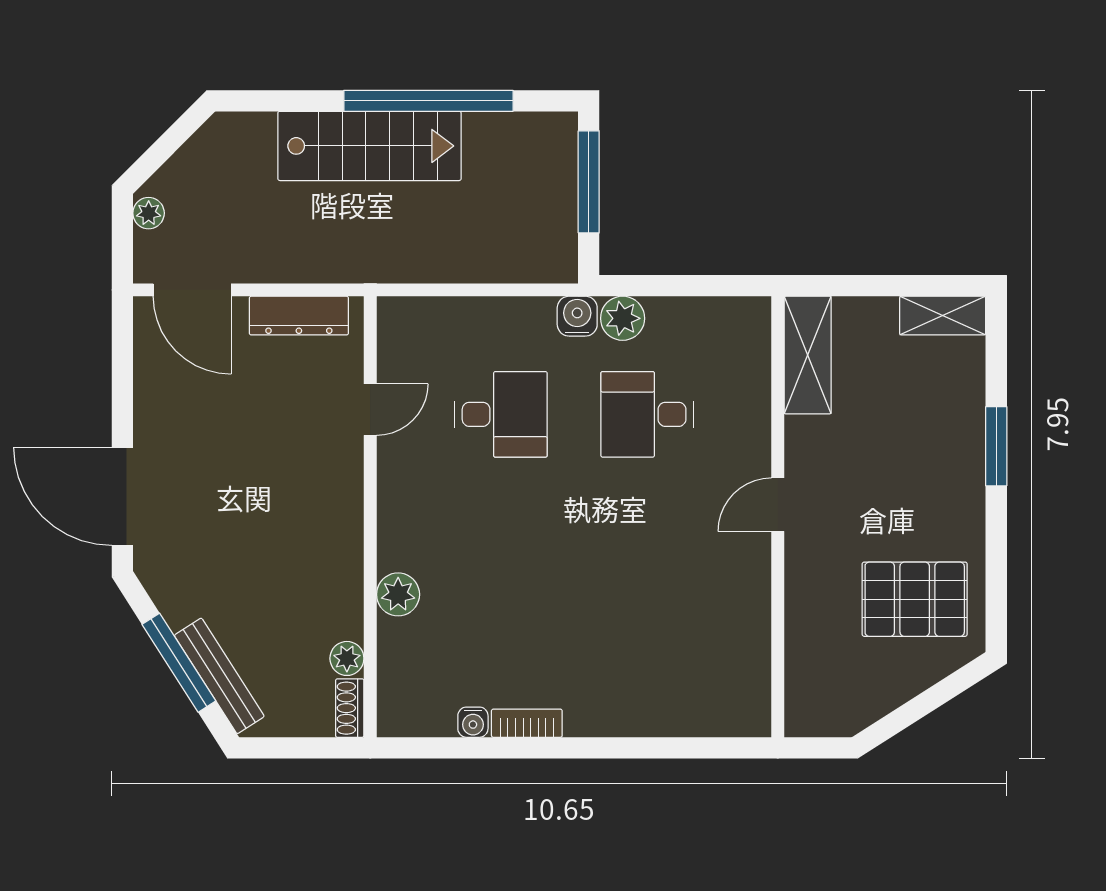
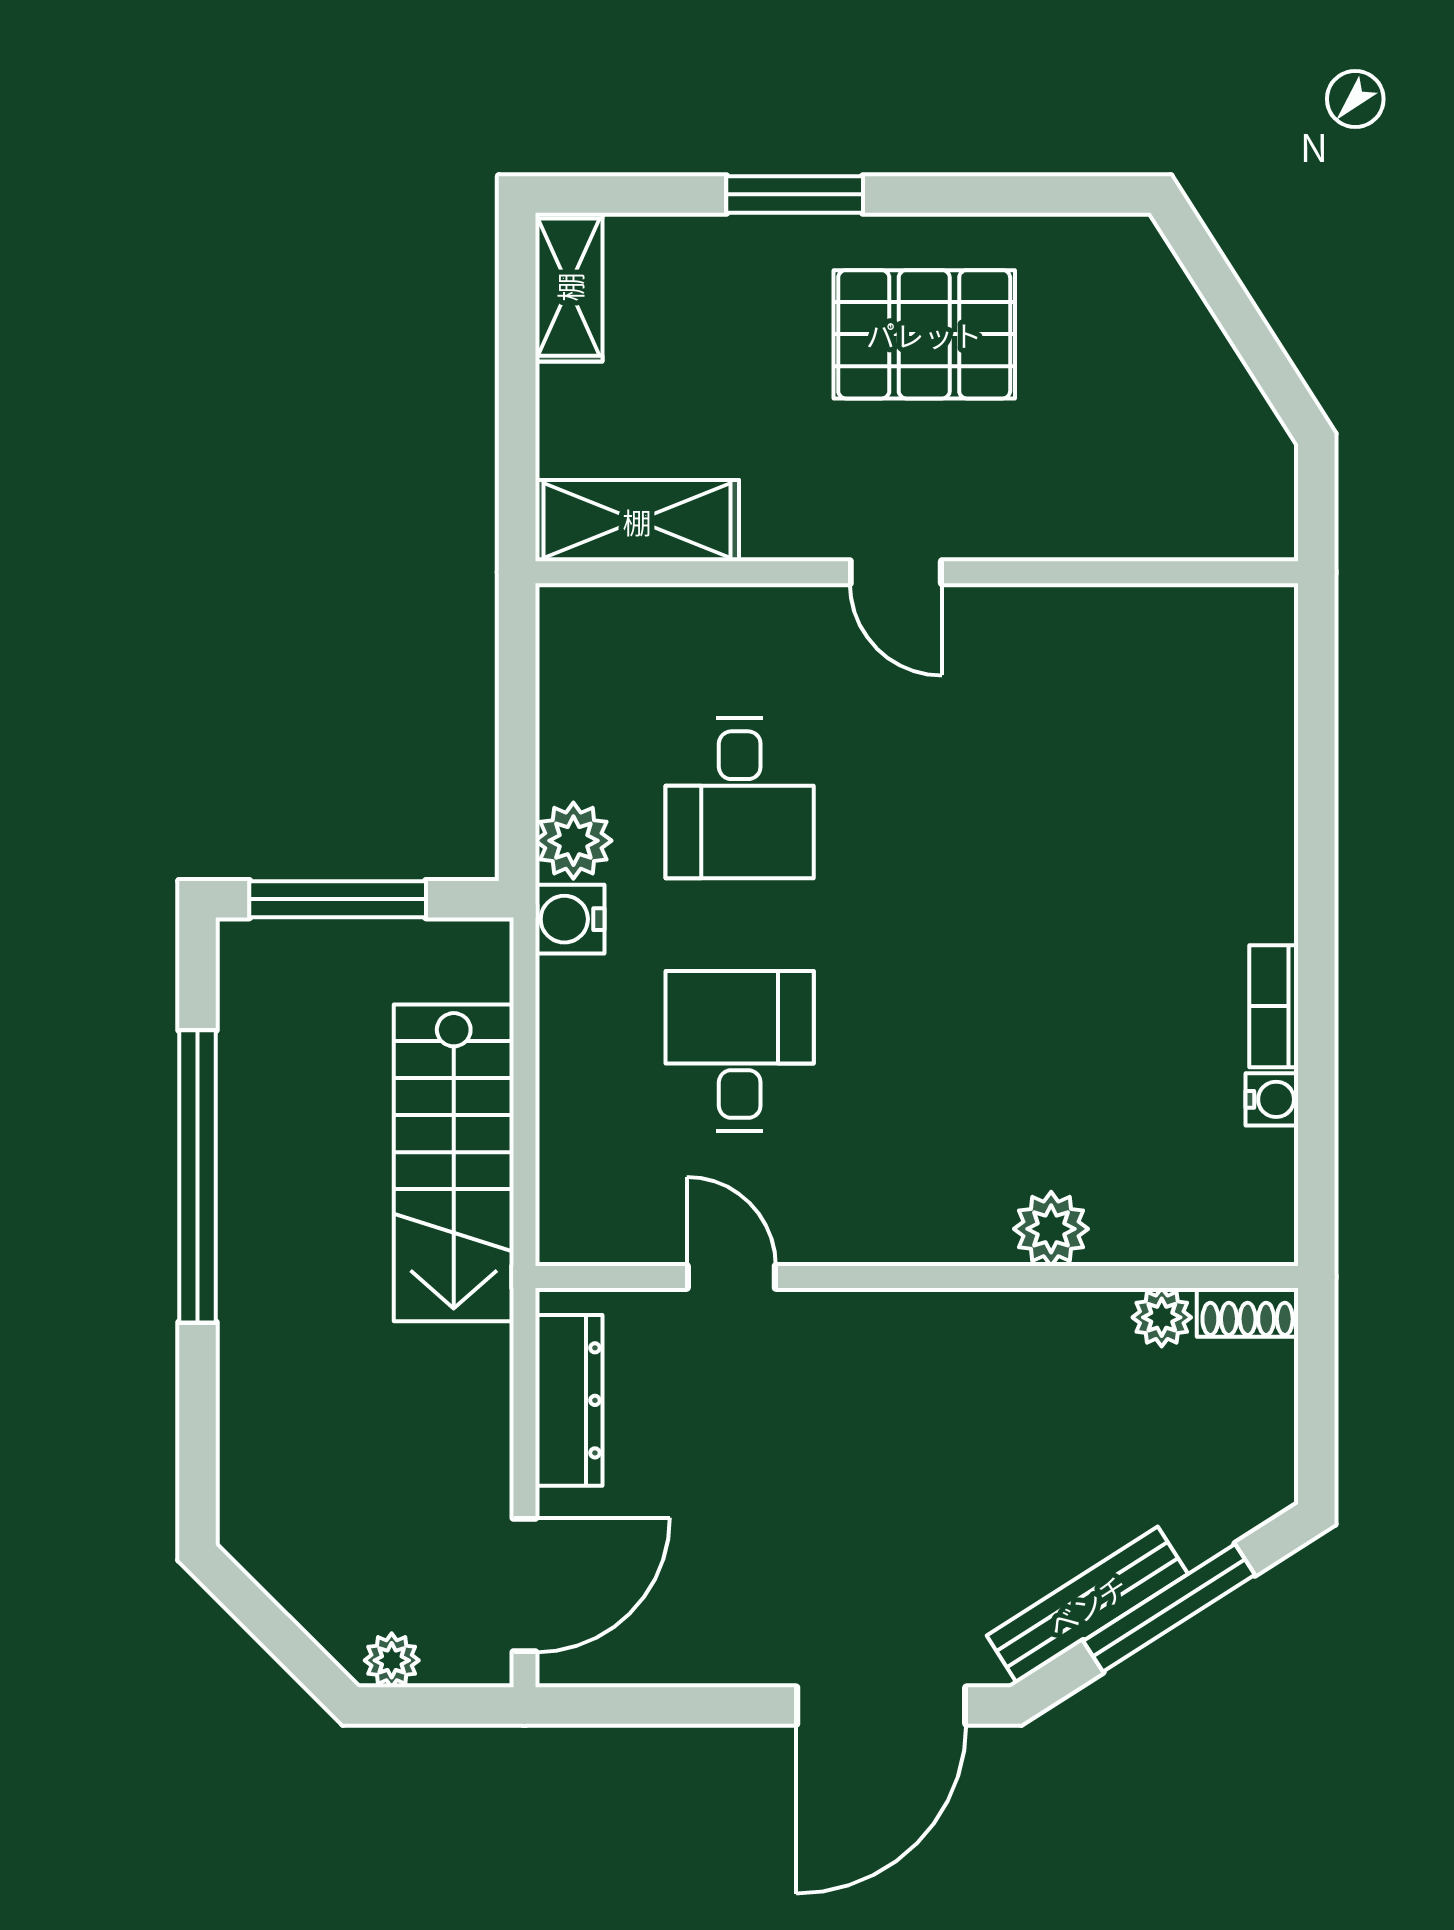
stairs: (370, 146) -> (454, 1163), moved, turned 180
pallet: (915, 599) -> (924, 334), moved, turned 90
bench: (219, 676) -> (1087, 1605), moved

